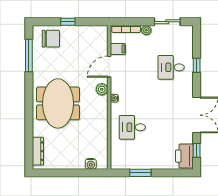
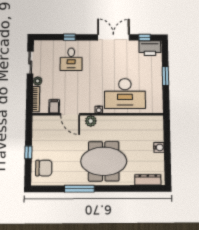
chair: (51, 39) -> (44, 168), turned 90
window: (29, 56) -> (79, 189), moved
desk: (132, 127) -> (125, 94), width x1.87, depth x1.30
water cooler: (91, 164) -> (159, 147), moved
window: (140, 173) -> (165, 76), moved

